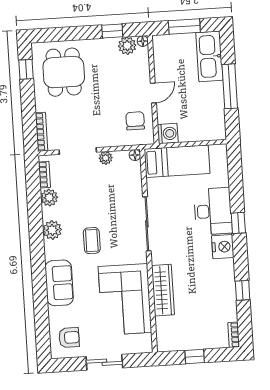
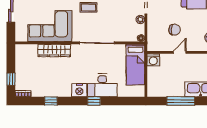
door: (153, 93) -> (180, 52), swing flipped
chair: (135, 121) -> (175, 30), moved
window: (195, 357) -> (11, 79), moved

